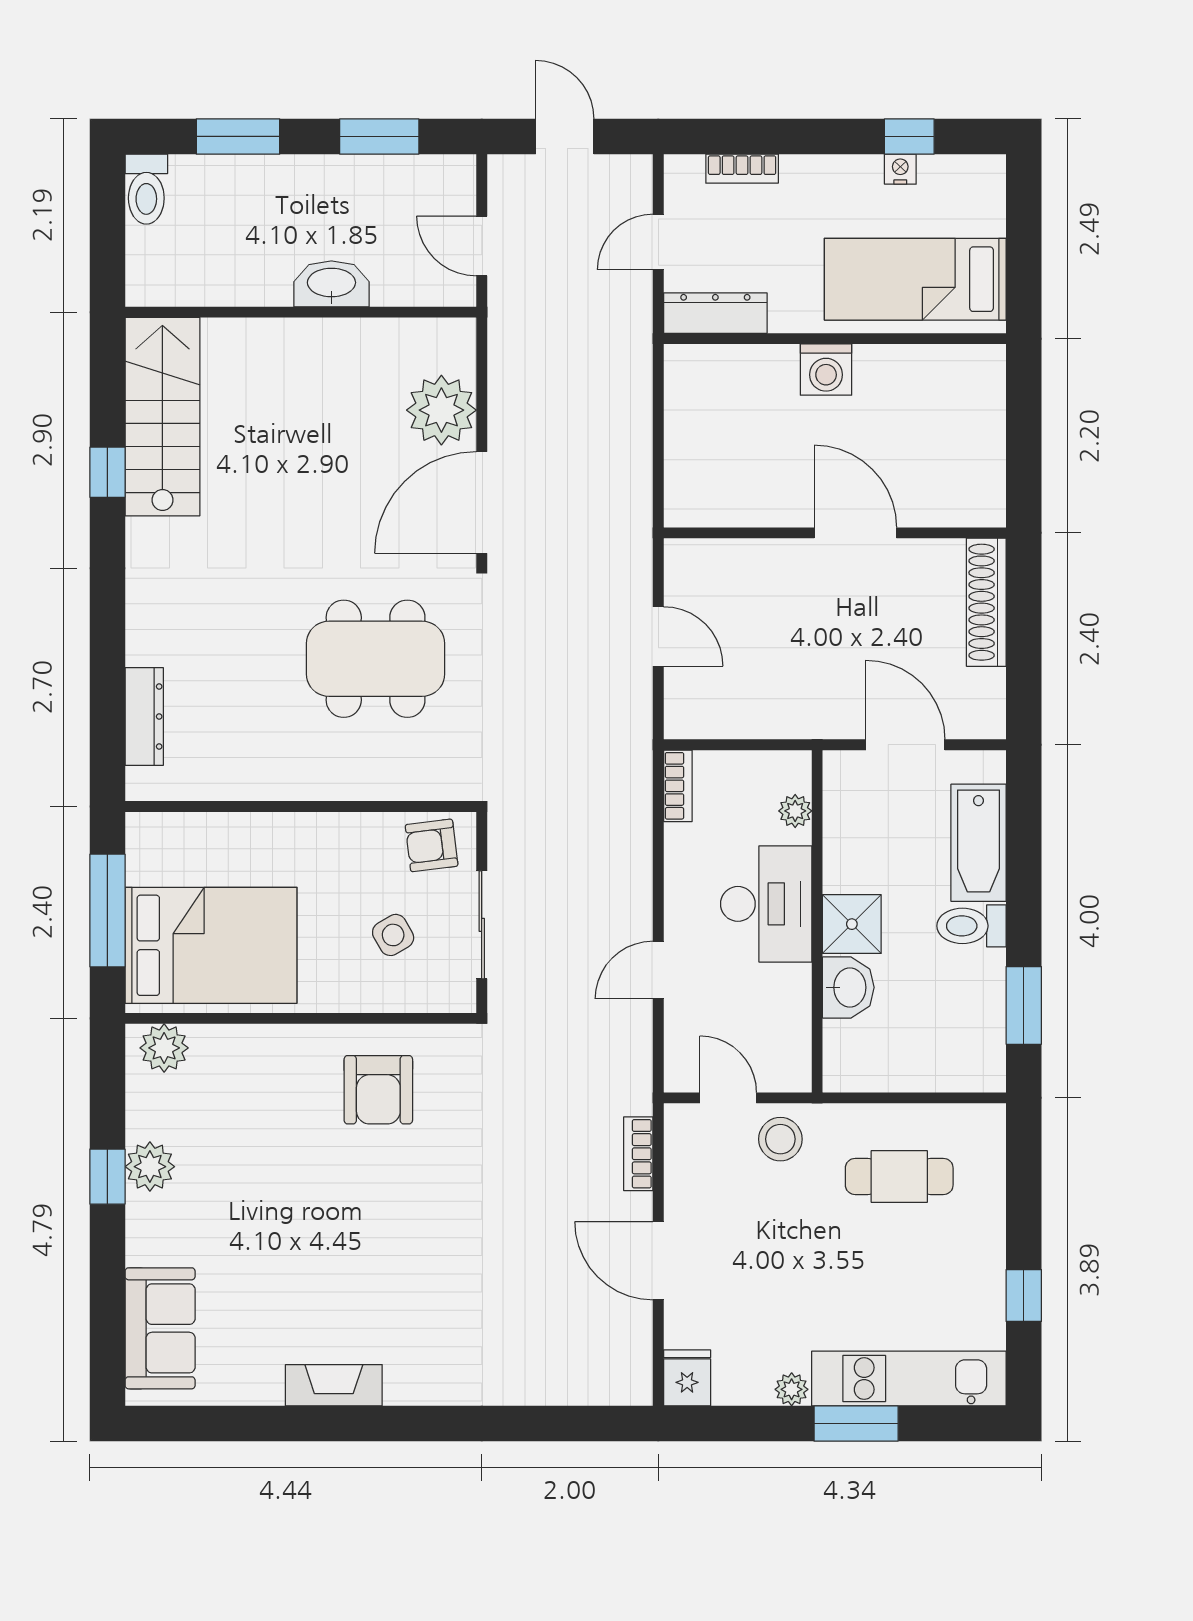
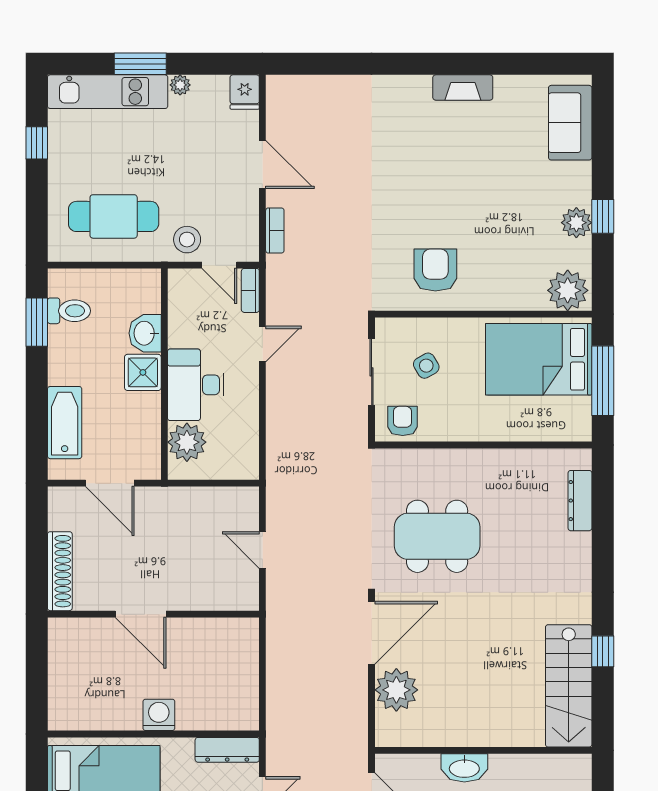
bookcase: (678, 786) -> (250, 290), moved
plant: (795, 811) -> (187, 442), width x1.87, depth x1.87
armchair: (432, 845) -> (403, 421), turned -83
toilet: (971, 926) -> (69, 311), moved
plant: (164, 1048) -> (568, 290), width x1.36, depth x1.36
cafe table: (899, 1176) -> (114, 216), width x1.37, depth x1.35

